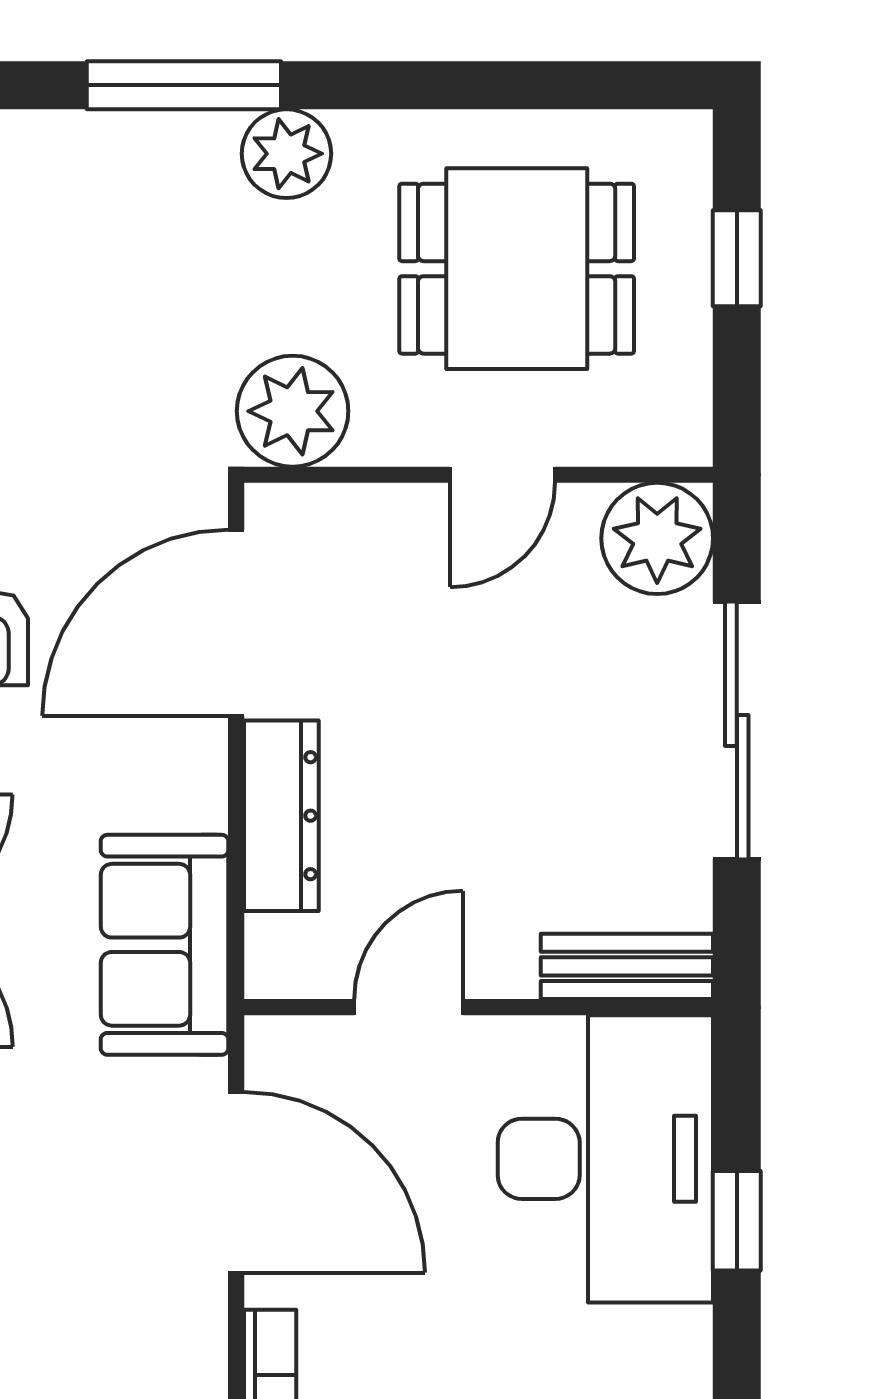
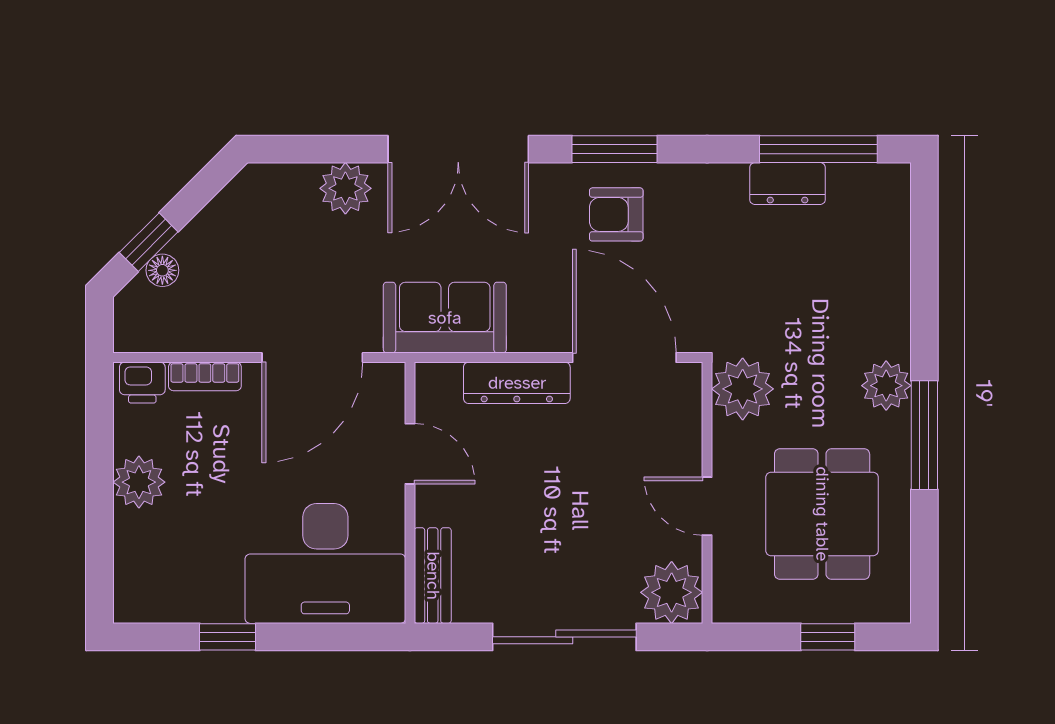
window: (184, 85) -> (924, 435), moved
window: (737, 1221) -> (228, 637), moved

